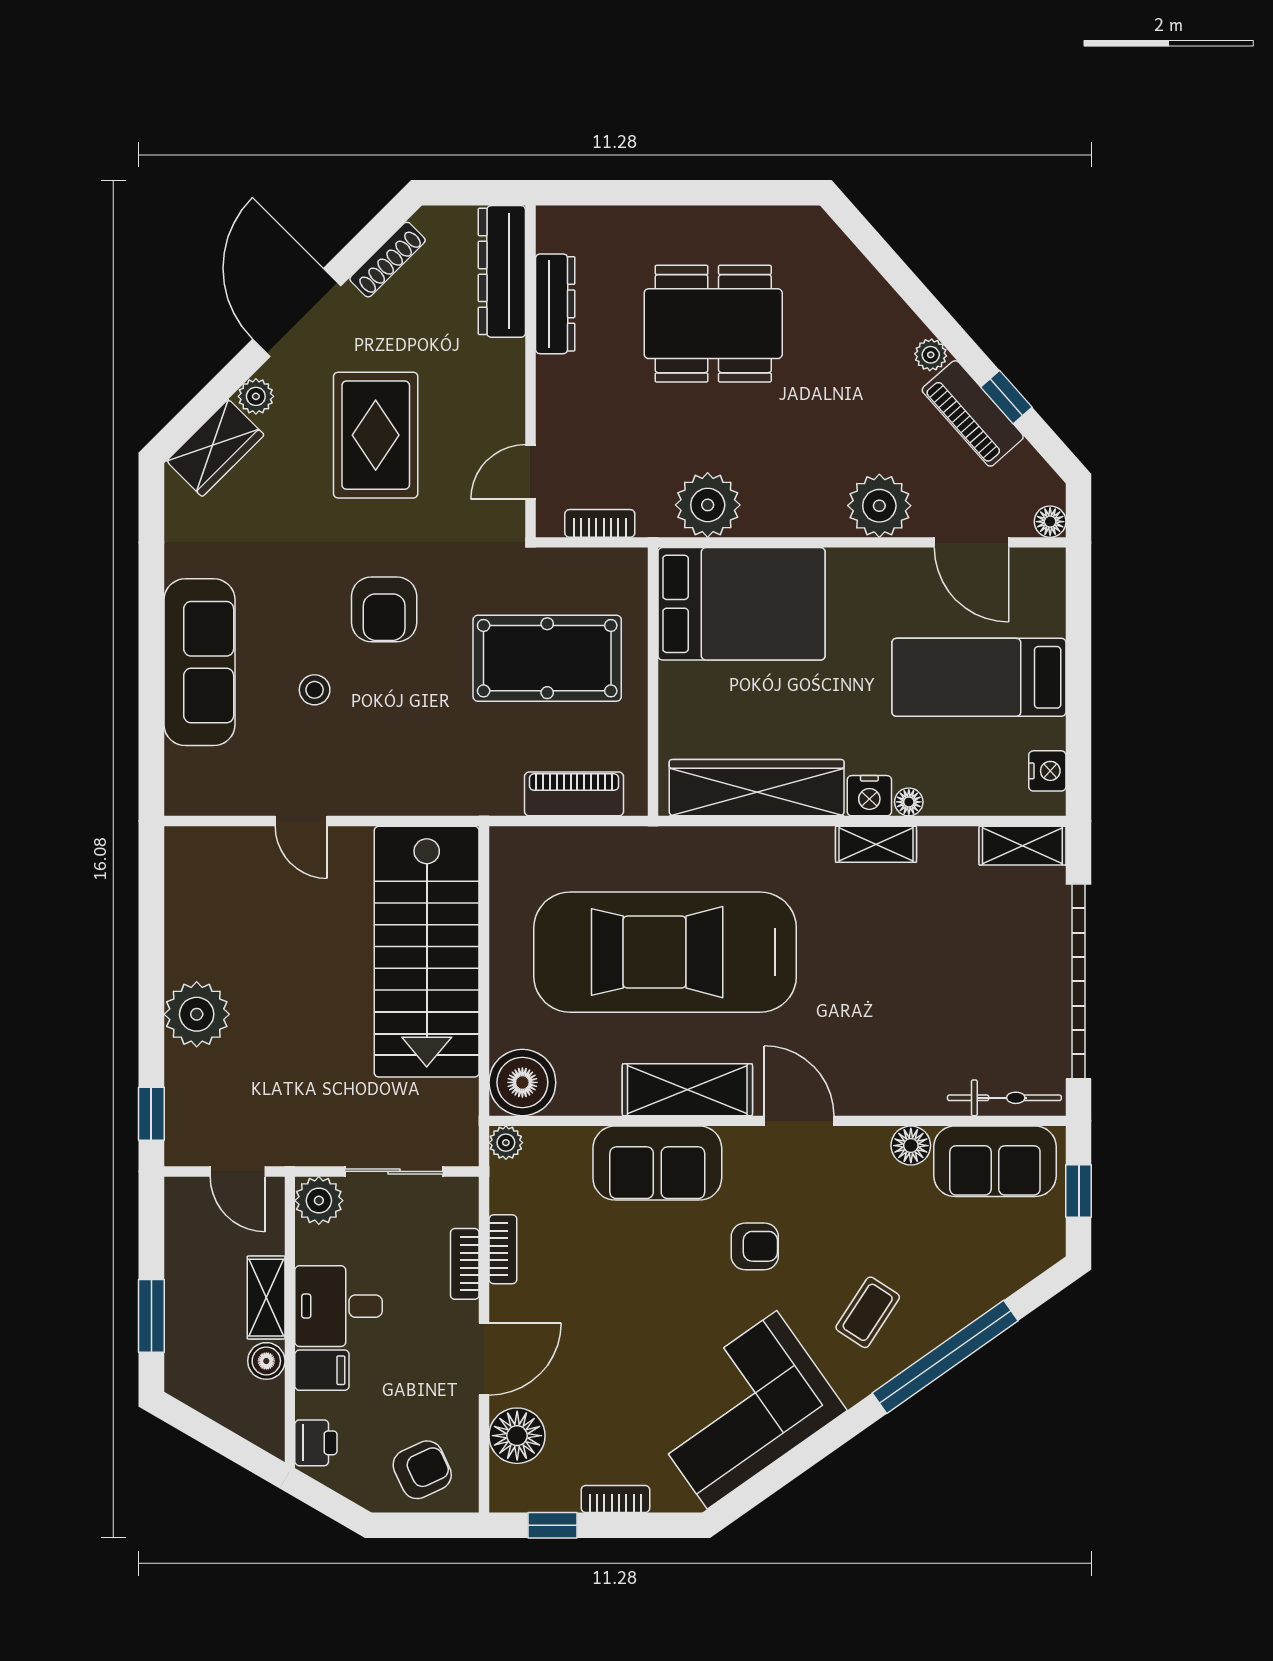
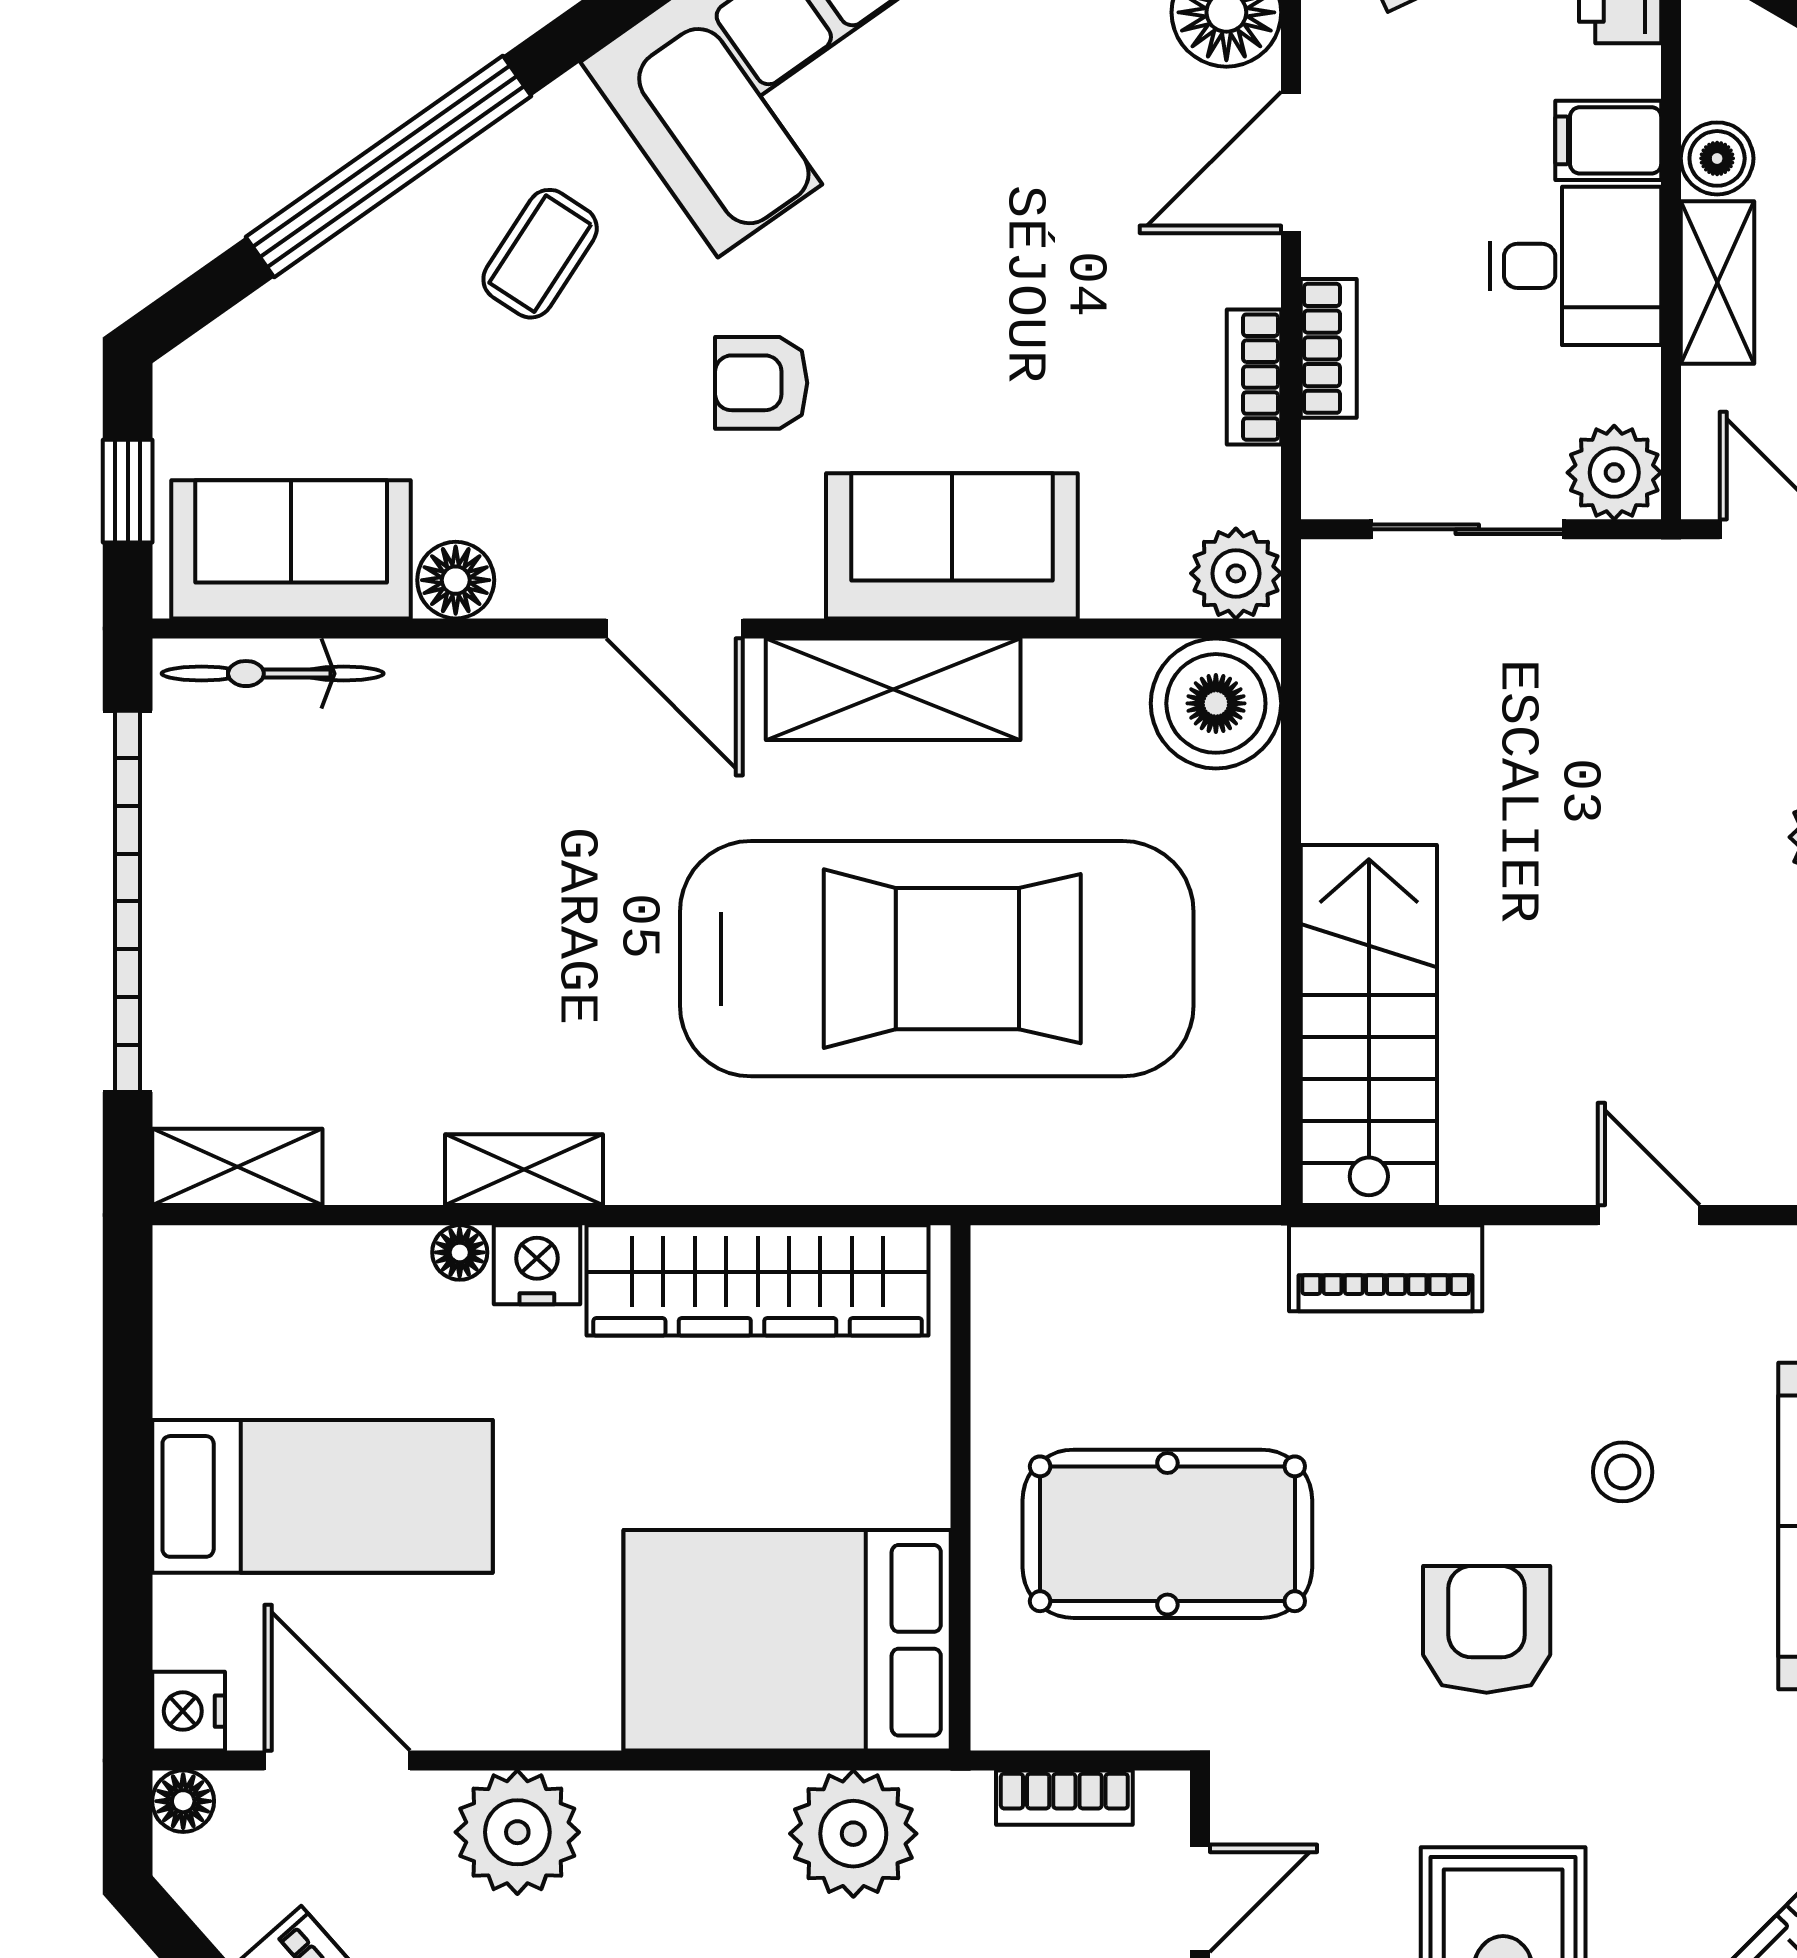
nightstand: (1047, 771) -> (189, 1711), moved
piano: (574, 794) -> (1386, 1268), moved
stairs: (427, 952) -> (1369, 1025), width x0.73, depth x0.66
plant: (506, 1143) -> (1236, 573), width x1.38, depth x1.38

